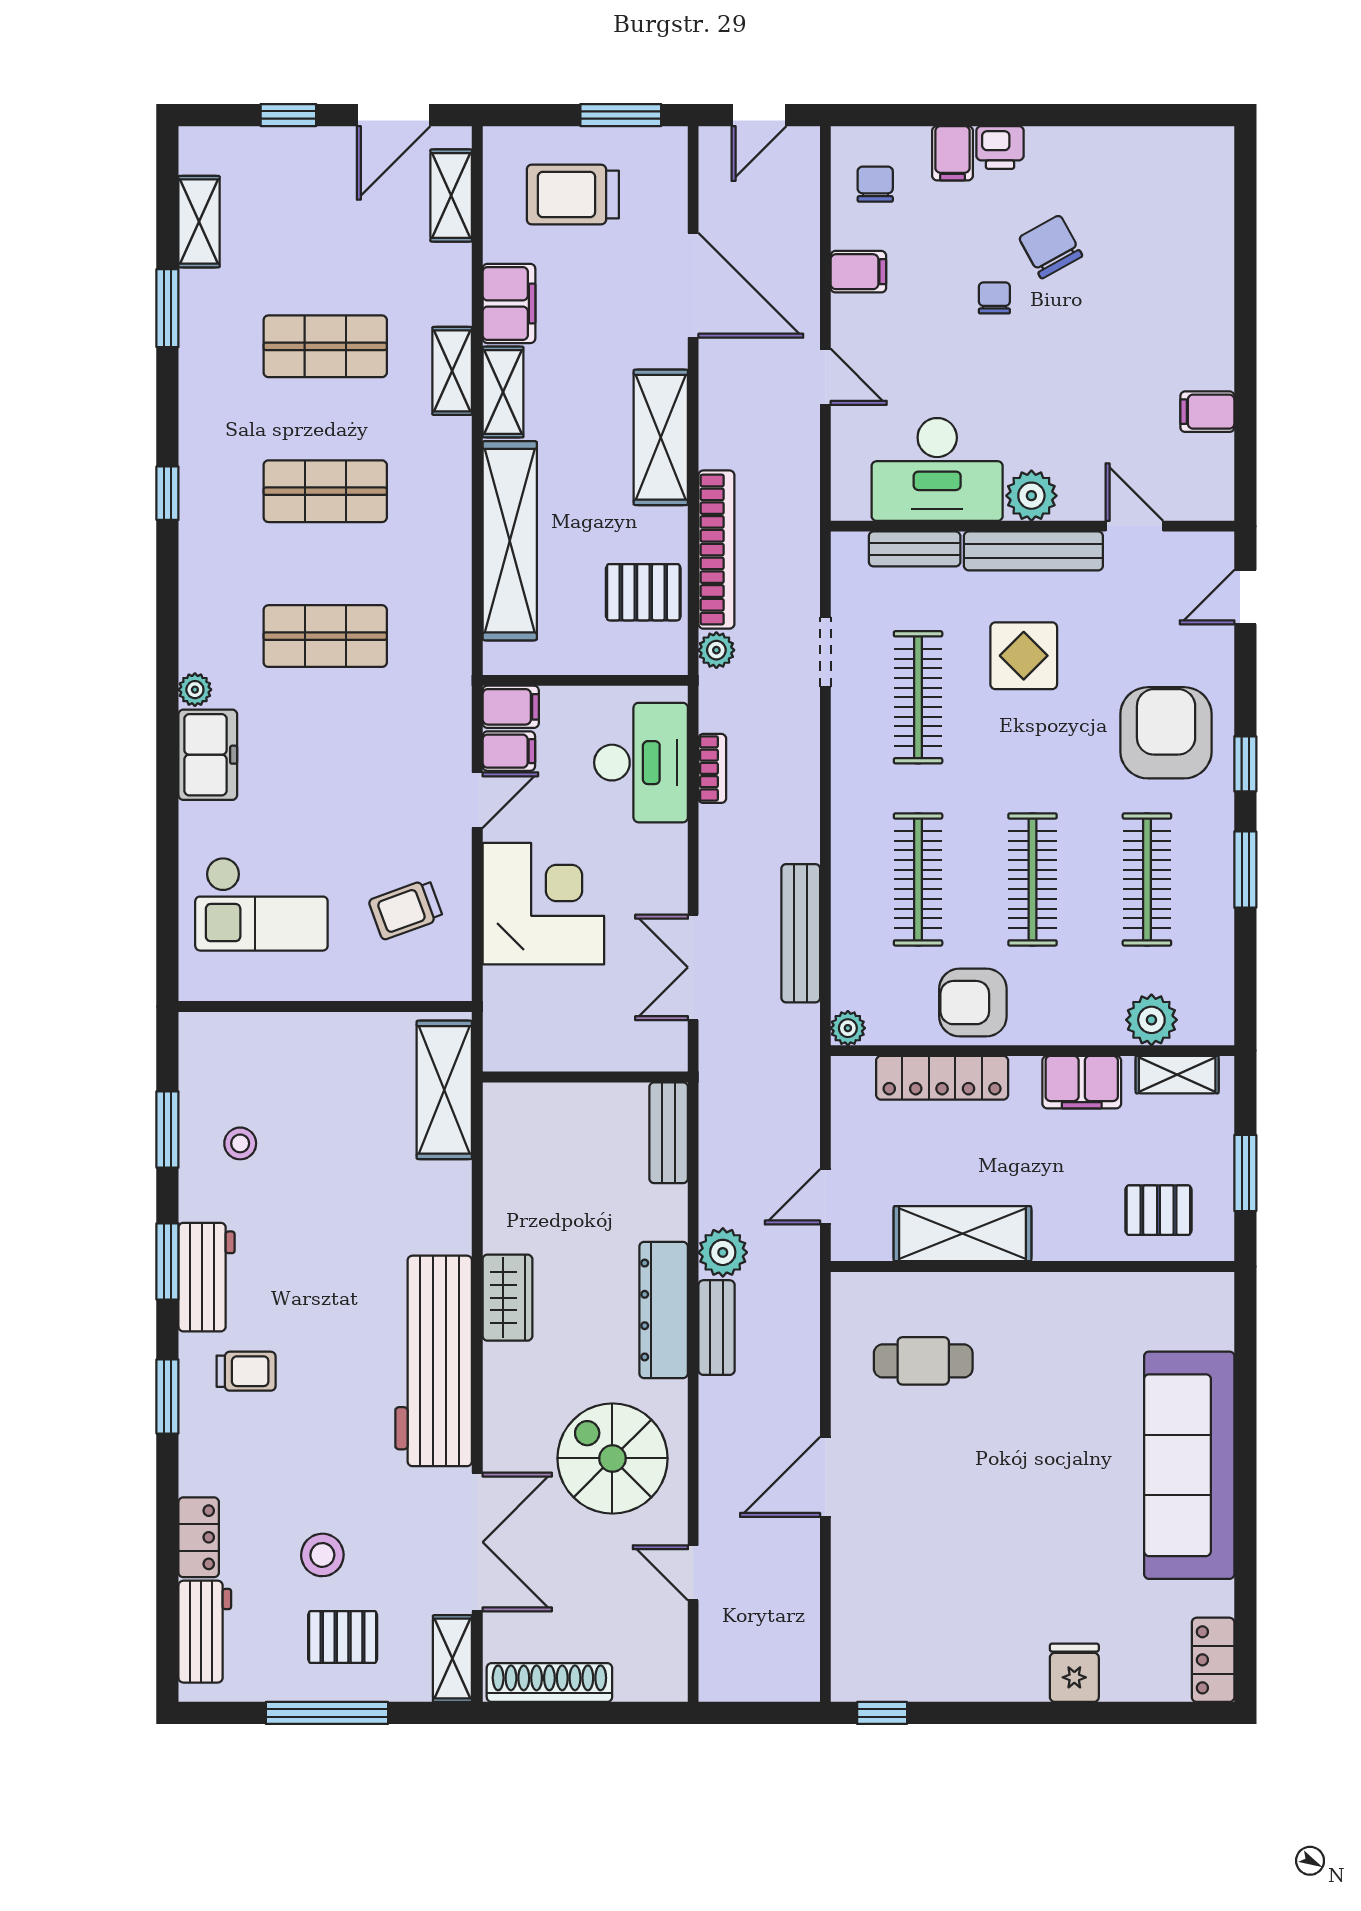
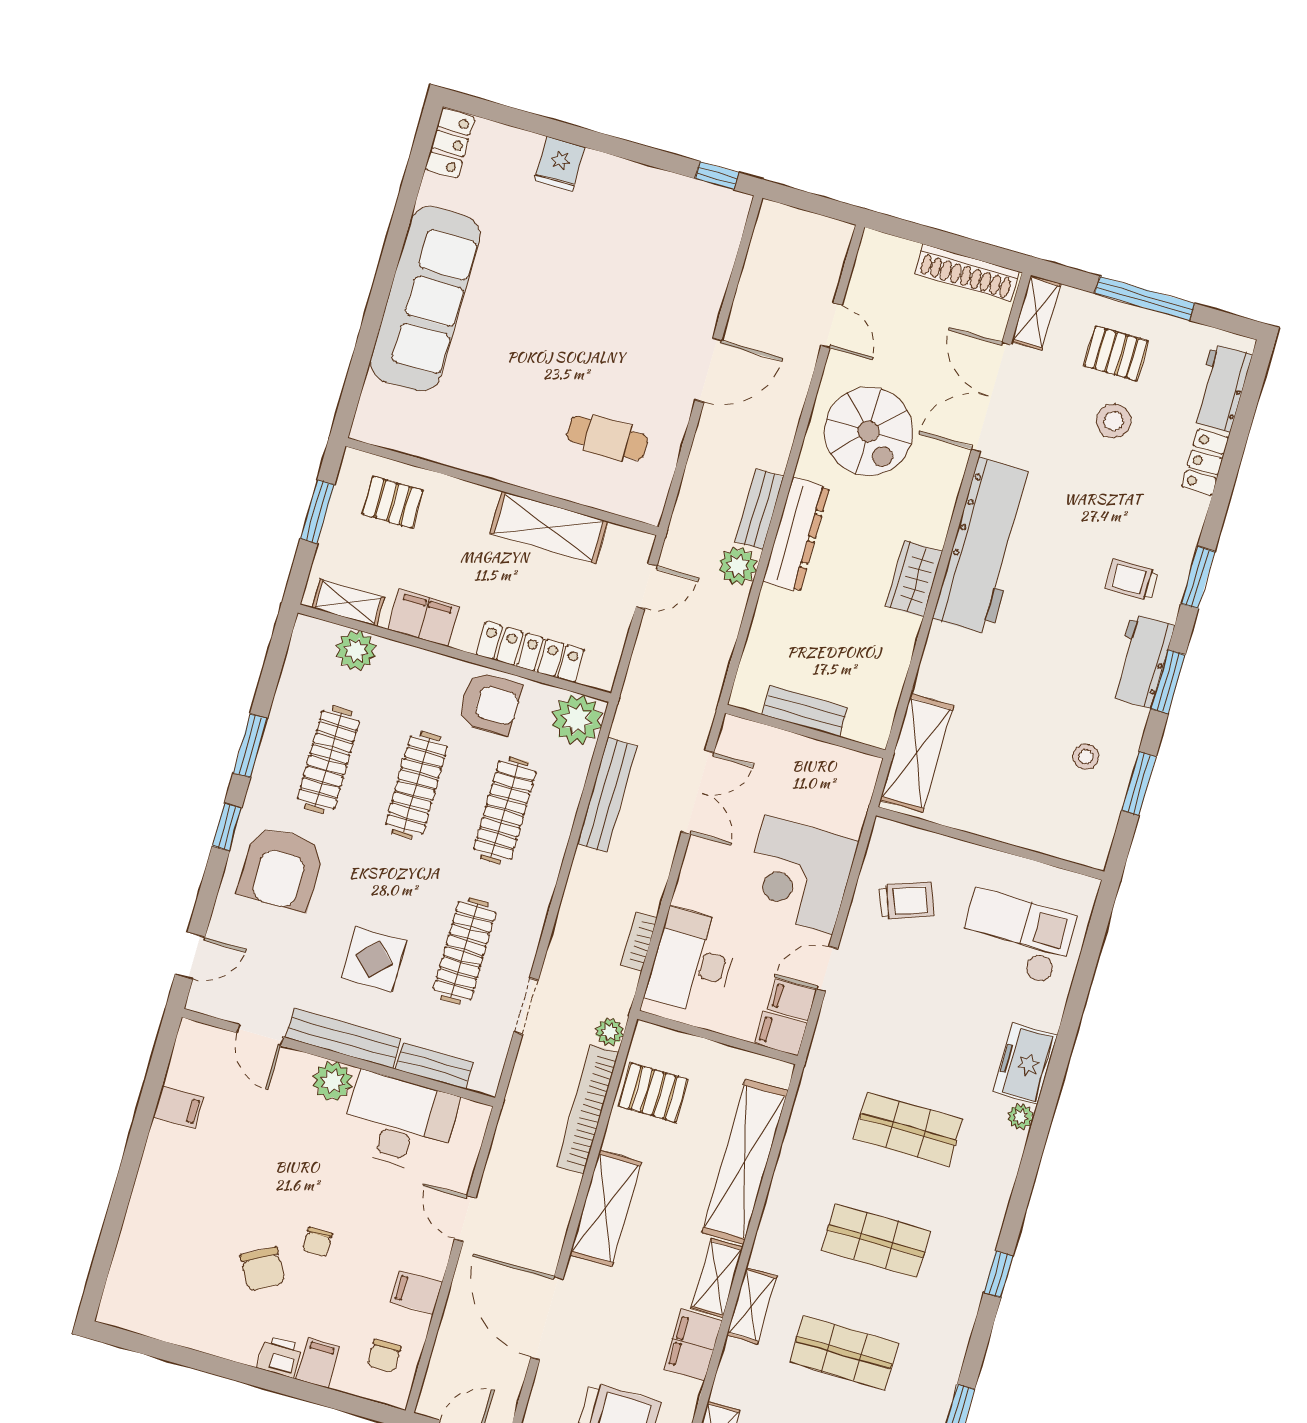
plant: (848, 1028) -> (577, 720), width x1.88, depth x1.88
bench: (669, 1133) -> (805, 711), moved, turned 90

